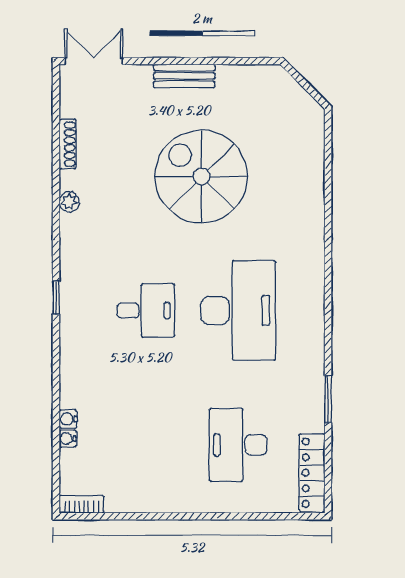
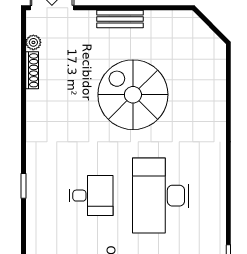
plant: (69, 202) -> (33, 42), moved
desk: (238, 310) -> (161, 196), turned 180

